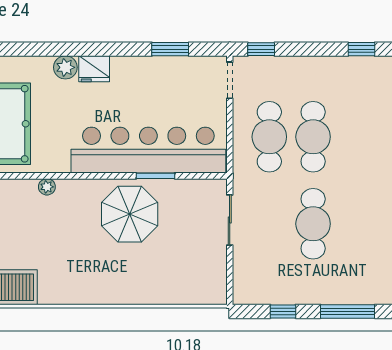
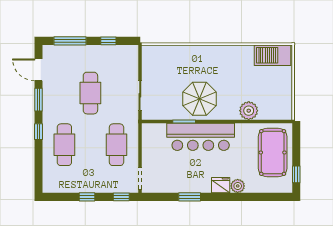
window: (170, 49) -> (190, 197), moved
window: (361, 49) -> (87, 197), moved
cafe table: (313, 137) -> (64, 145), moved
bar counter: (148, 150) -> (201, 137), width x0.73
plant: (47, 187) -> (249, 111), width x1.87, depth x1.87

